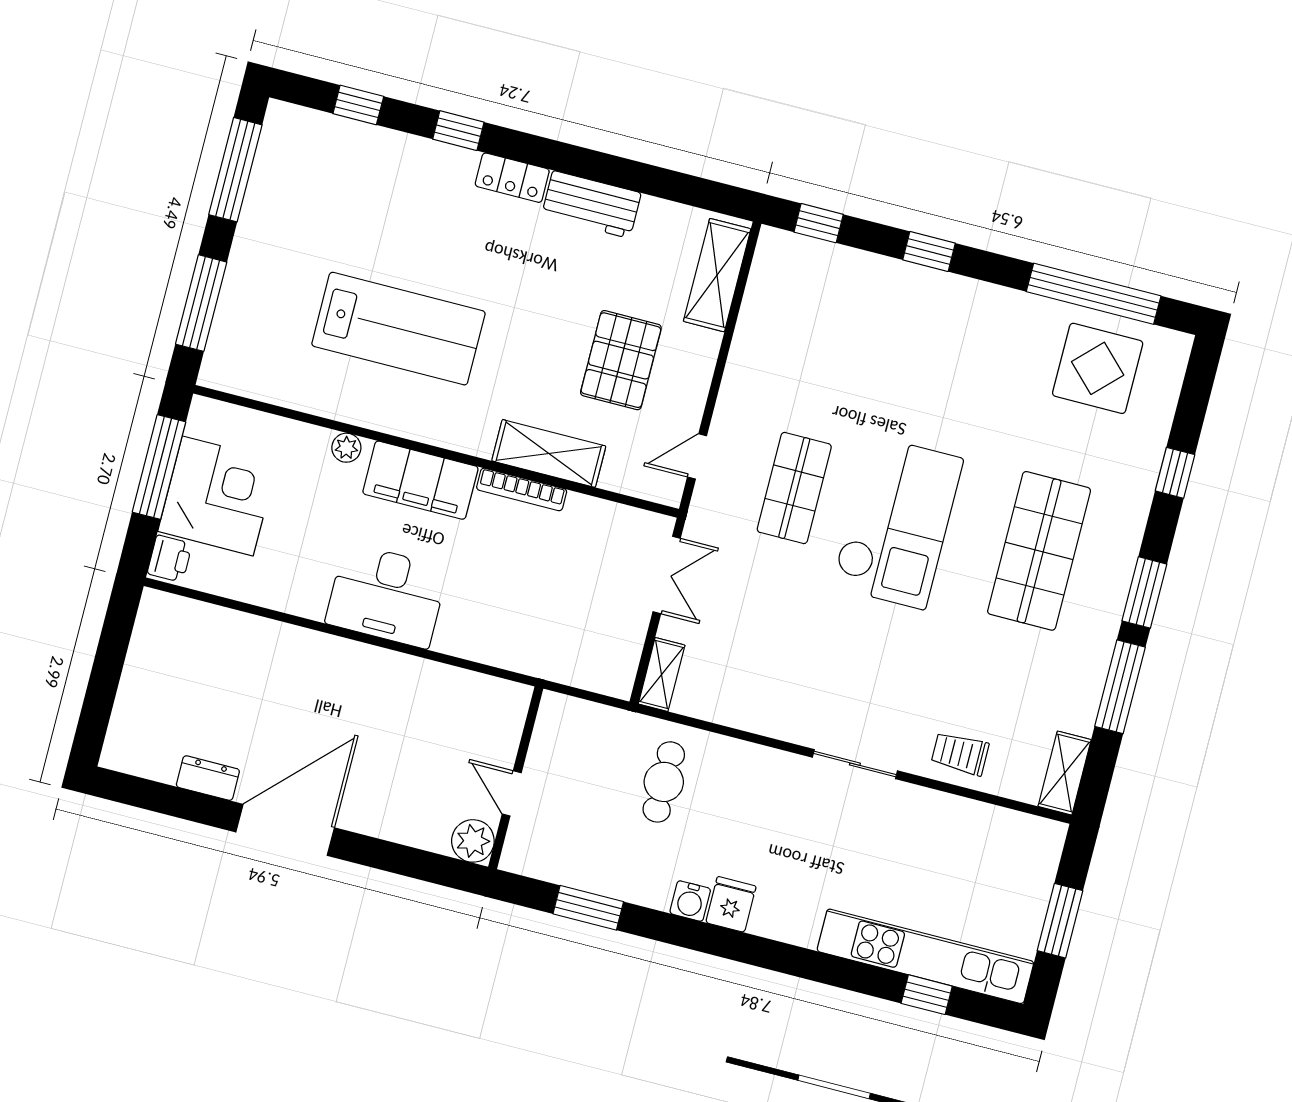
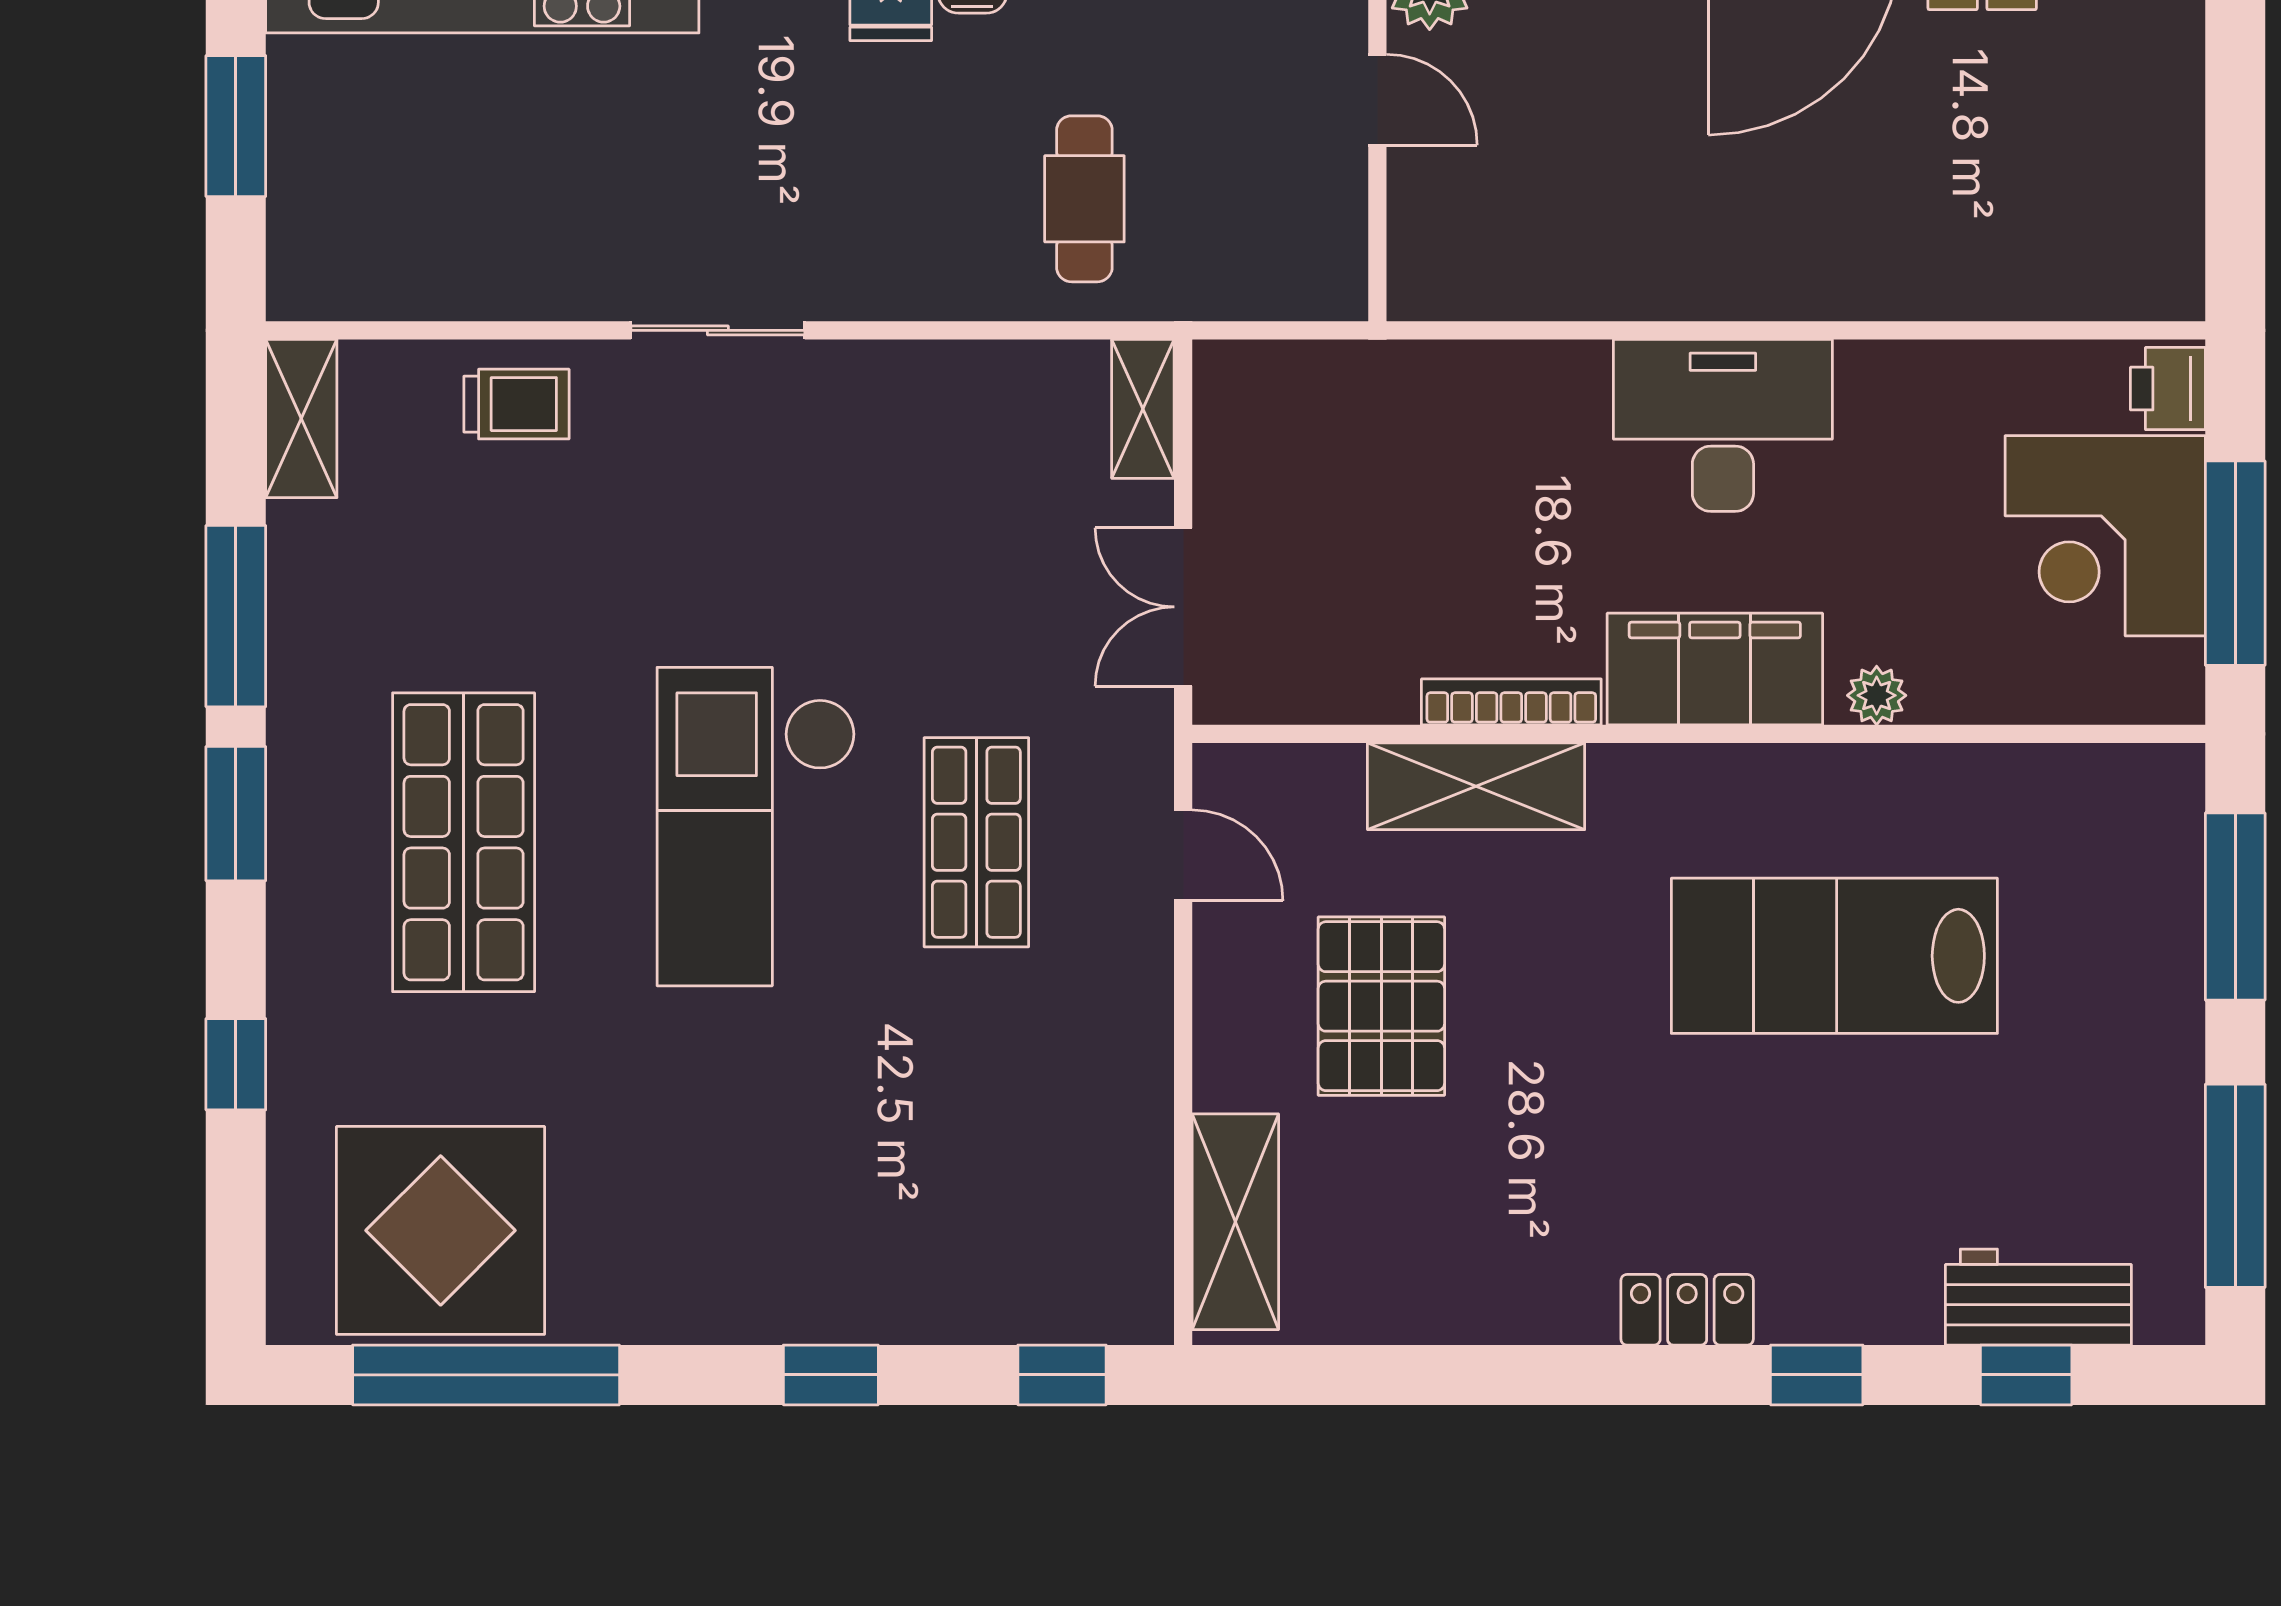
workbench: (591, 204) -> (2038, 1297), moved
display table: (1098, 368) -> (441, 1230), width x1.36, depth x1.36
door: (697, 456) -> (1183, 855), hinge flipped

